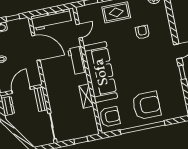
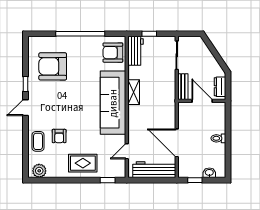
coffee table: (160, 23) -> (38, 141), added
workbench: (77, 60) -> (135, 51), moved
door: (21, 90) -> (202, 101), swing flipped
shelving: (86, 96) -> (134, 92), moved
armchair: (146, 105) -> (53, 66), moved

